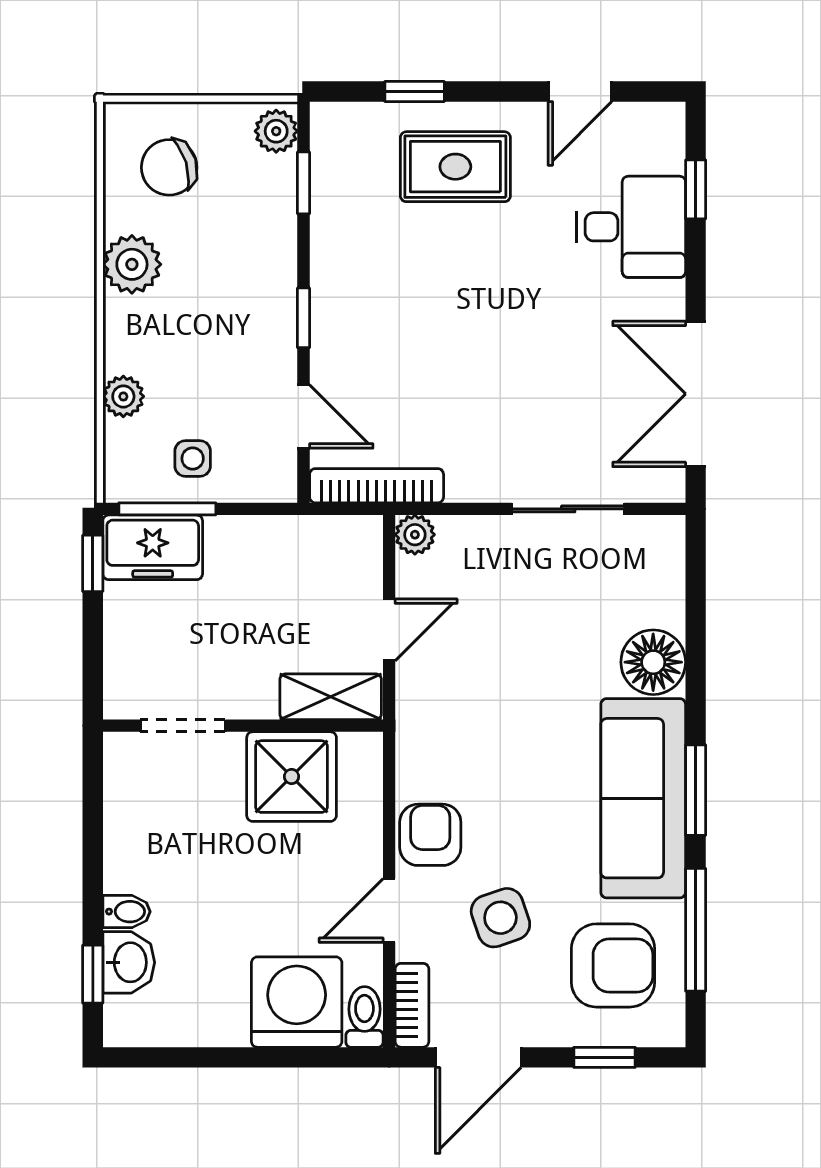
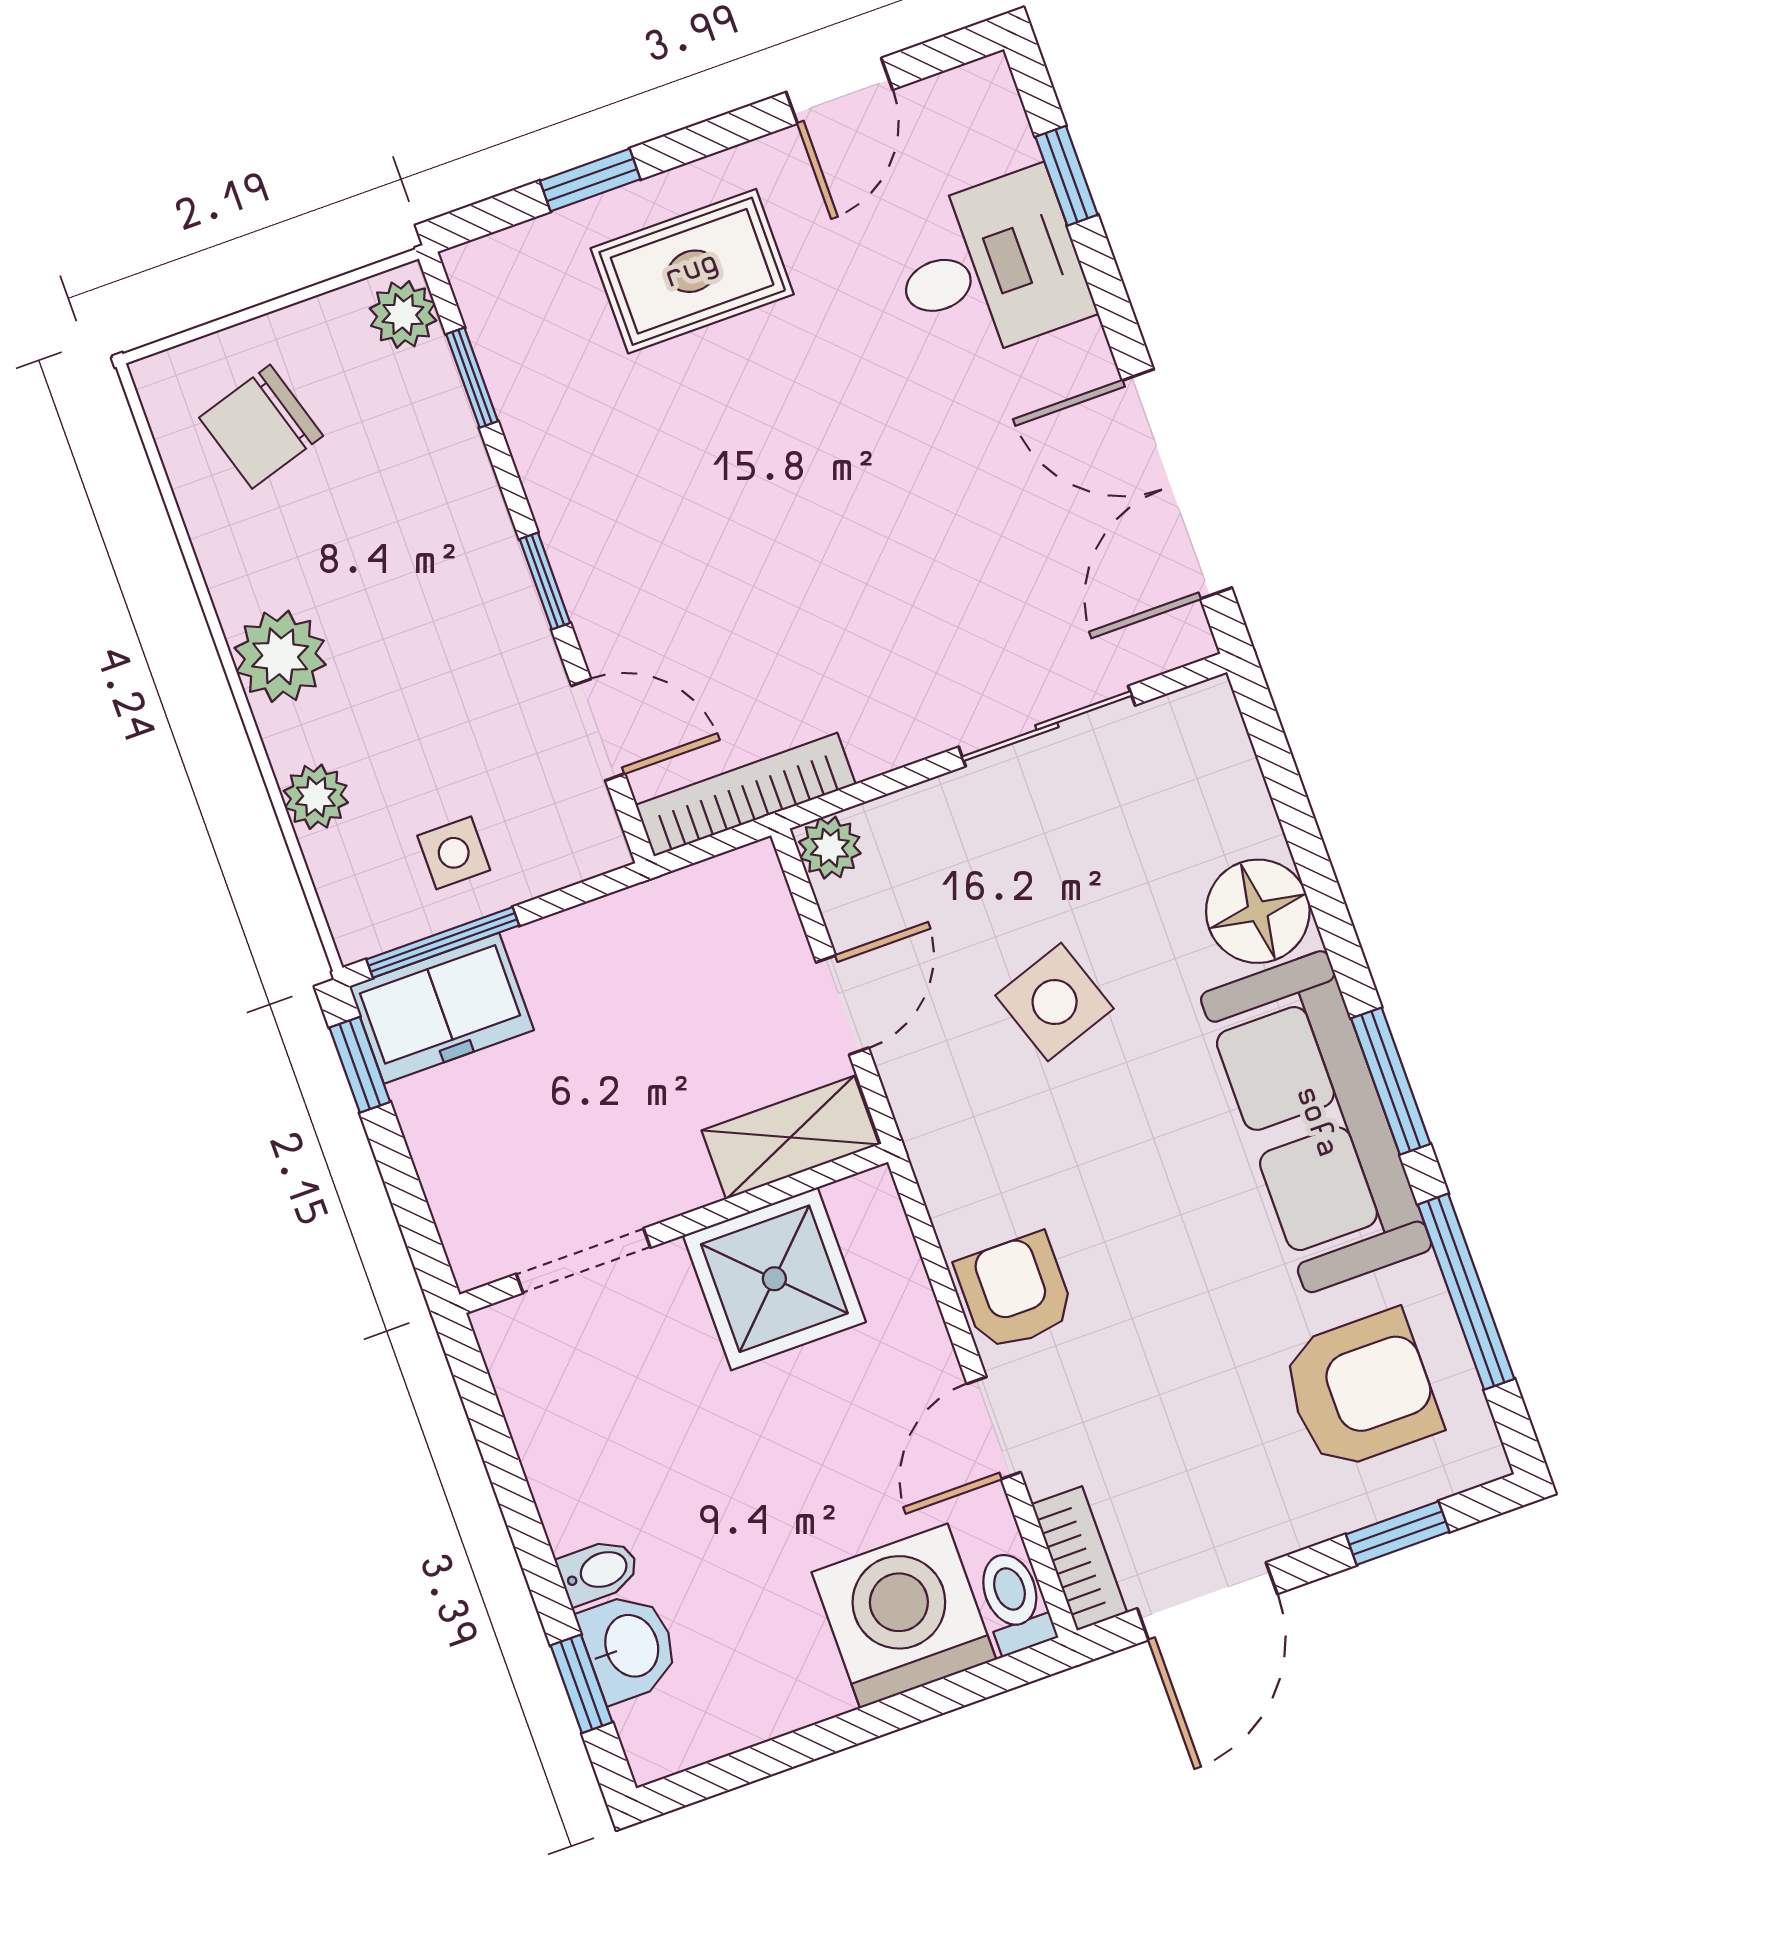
plant: (132, 264) -> (280, 656), moved
side table: (500, 918) -> (1055, 1002), moved

